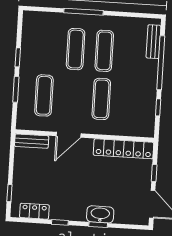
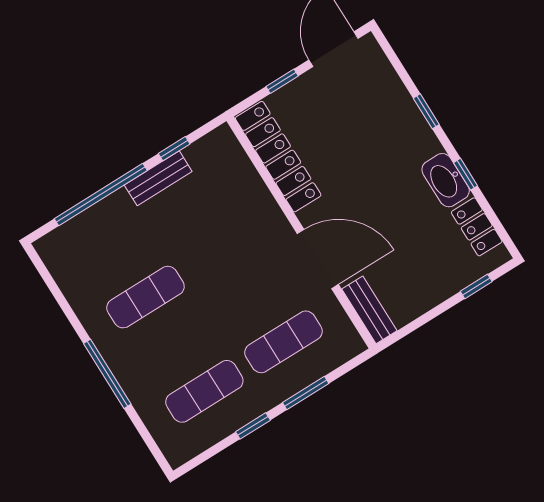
bench: (153, 42) -> (158, 178), moved
exercise mat: (76, 49) -> (204, 391), moved
exercise mat: (101, 99) -> (225, 248), removed
door: (69, 135) -> (318, 259), width x1.36
washbasin: (100, 214) -> (446, 180), moved

